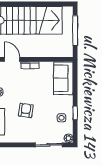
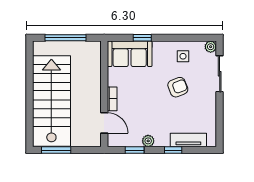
door: (12, 59) -> (104, 123), swing flipped
armchair: (26, 110) -> (178, 87), moved, turned 150
window: (75, 113) -> (142, 38), moved

